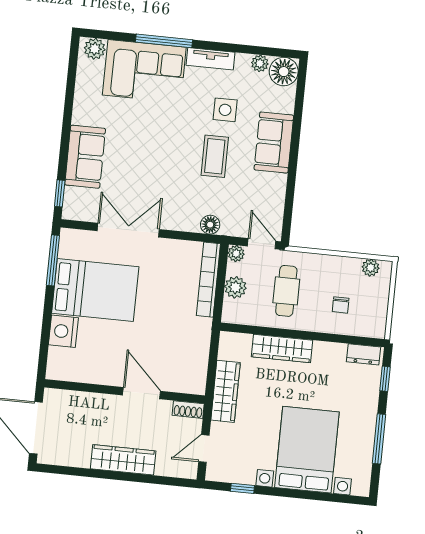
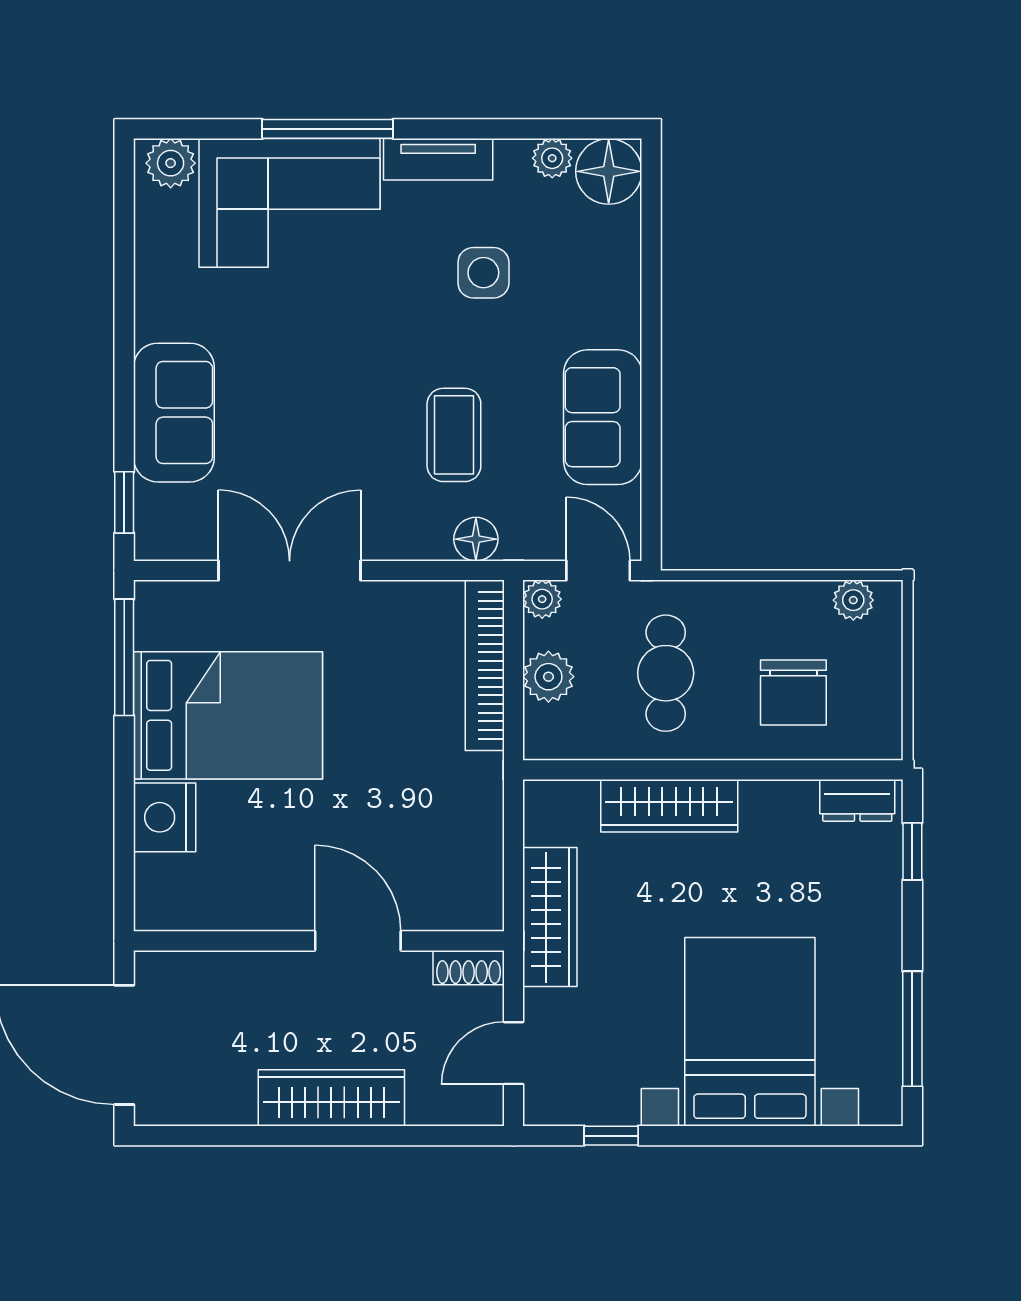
sofa: (274, 143) -> (603, 417), moved
coffee table: (215, 156) -> (454, 435), moved
chair: (341, 305) -> (793, 693), width x1.87, depth x1.87
window: (379, 439) -> (912, 1029), moved

